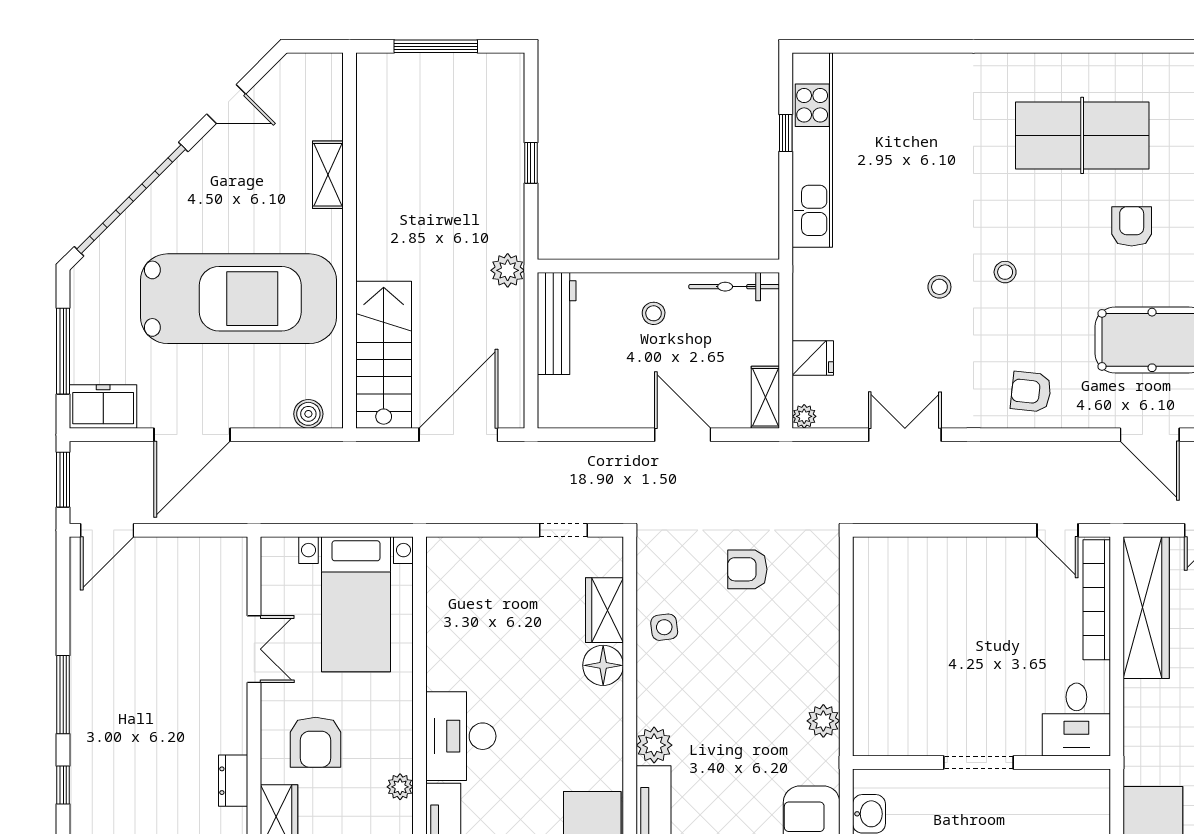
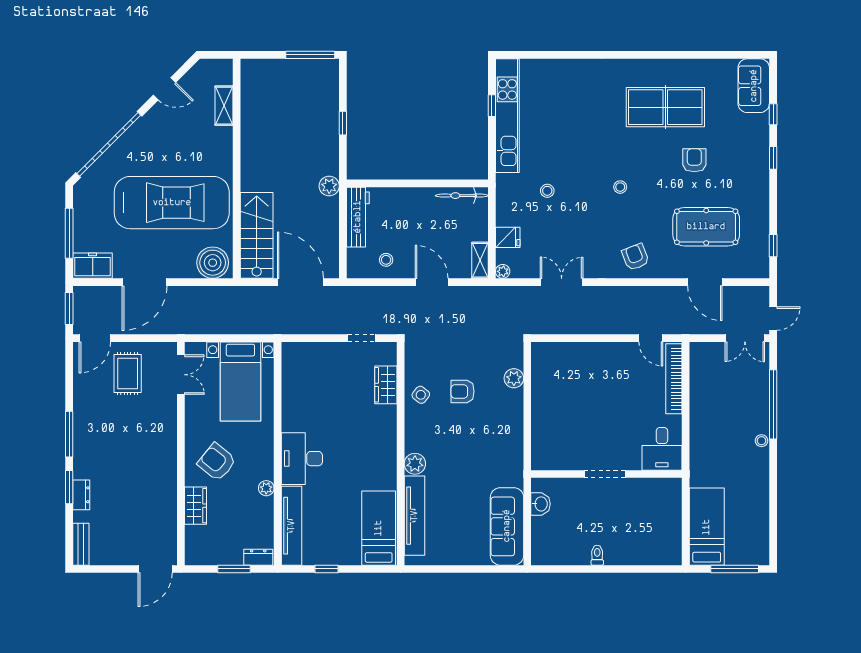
window: (436, 46) -> (310, 55), moved
shelving: (328, 175) -> (224, 106), moved
stool: (939, 287) -> (547, 191), moved
stool: (654, 313) -> (386, 260), moved
armchair: (1031, 392) -> (635, 257), turned 63
boiler: (308, 414) -> (213, 263), width x1.86, depth x1.86
door: (458, 435) -> (300, 282), hinge flipped
armchair: (747, 569) -> (462, 391), moved
rug: (163, 591) -> (128, 374), added
wardrobe: (1146, 608) -> (703, 383), removed
side table: (664, 627) -> (421, 395), turned 45
double door: (254, 649) -> (181, 375), moved
floor lamp: (603, 665) -> (385, 417), removed
plant: (823, 721) -> (514, 378), moved
armchair: (316, 742) -> (217, 462), turned 129
dresser: (233, 781) -> (81, 495), moved, turned 180
window: (63, 785) -> (69, 487), width x1.50

